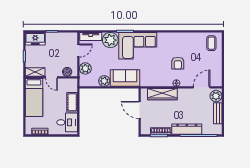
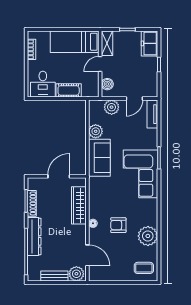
plant: (110, 40) -> (148, 236), moved
door: (78, 50) -> (134, 99), hinge flipped

